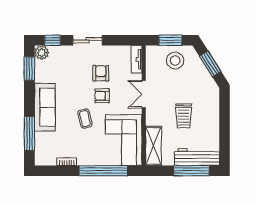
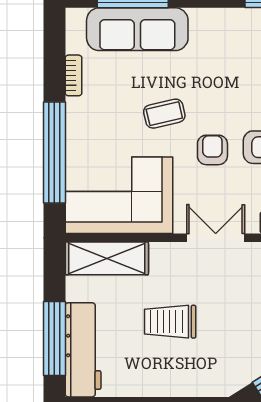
sofa: (45, 107) -> (137, 29), moved

